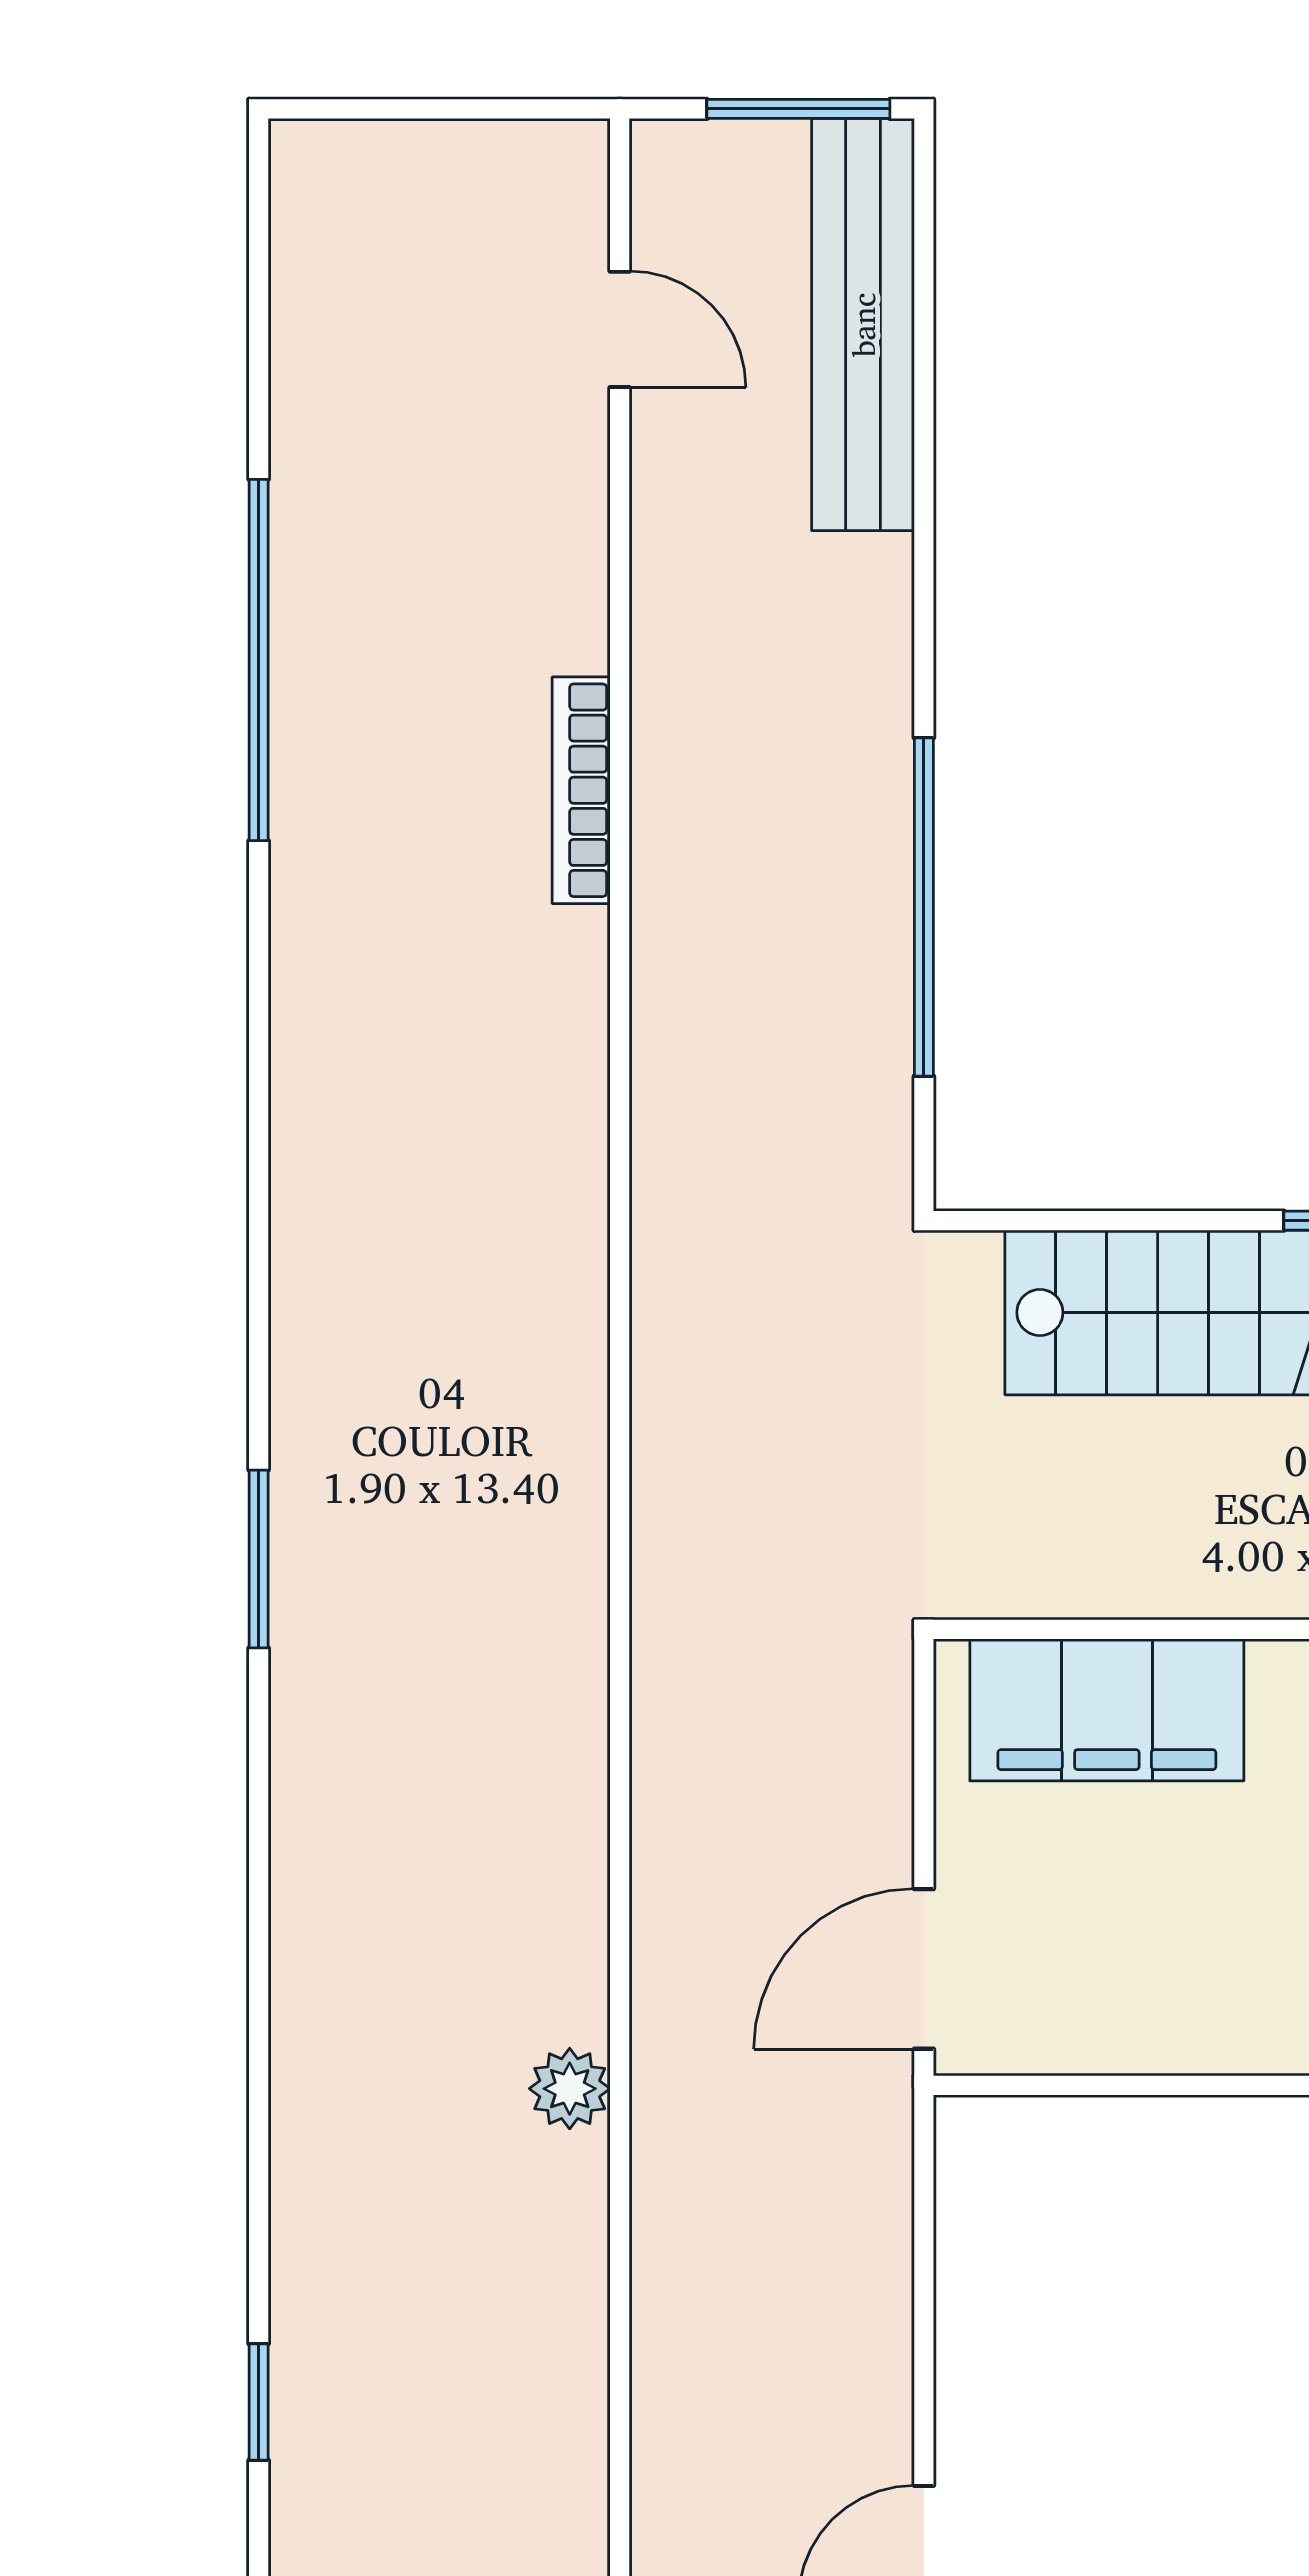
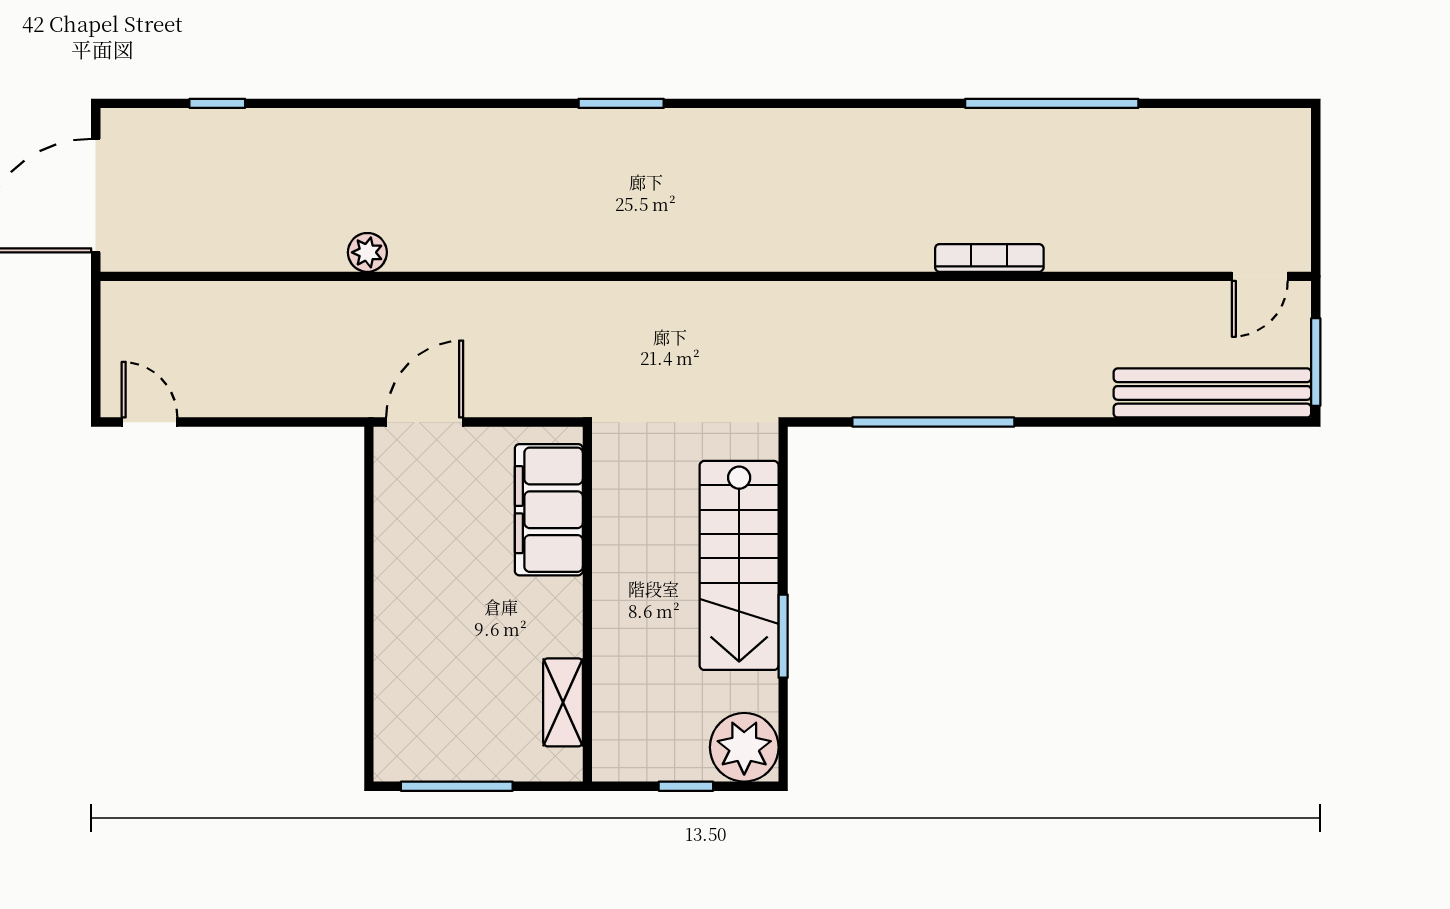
door: (620, 329) -> (1260, 276), moved
door: (924, 1969) -> (425, 422), hinge flipped

